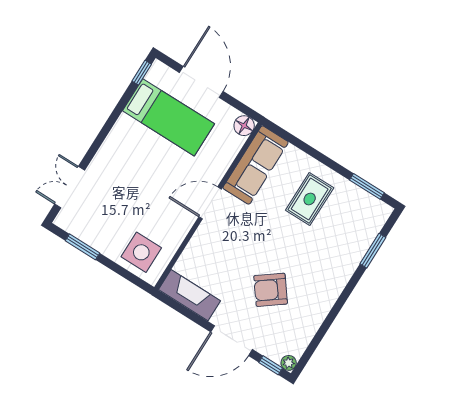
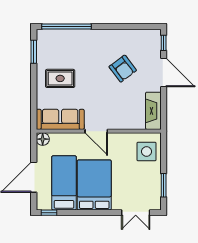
bed: (141, 155) -> (94, 185), added
window: (373, 251) -> (67, 26), width x2.11
plant: (289, 363) -> (156, 34), removed

